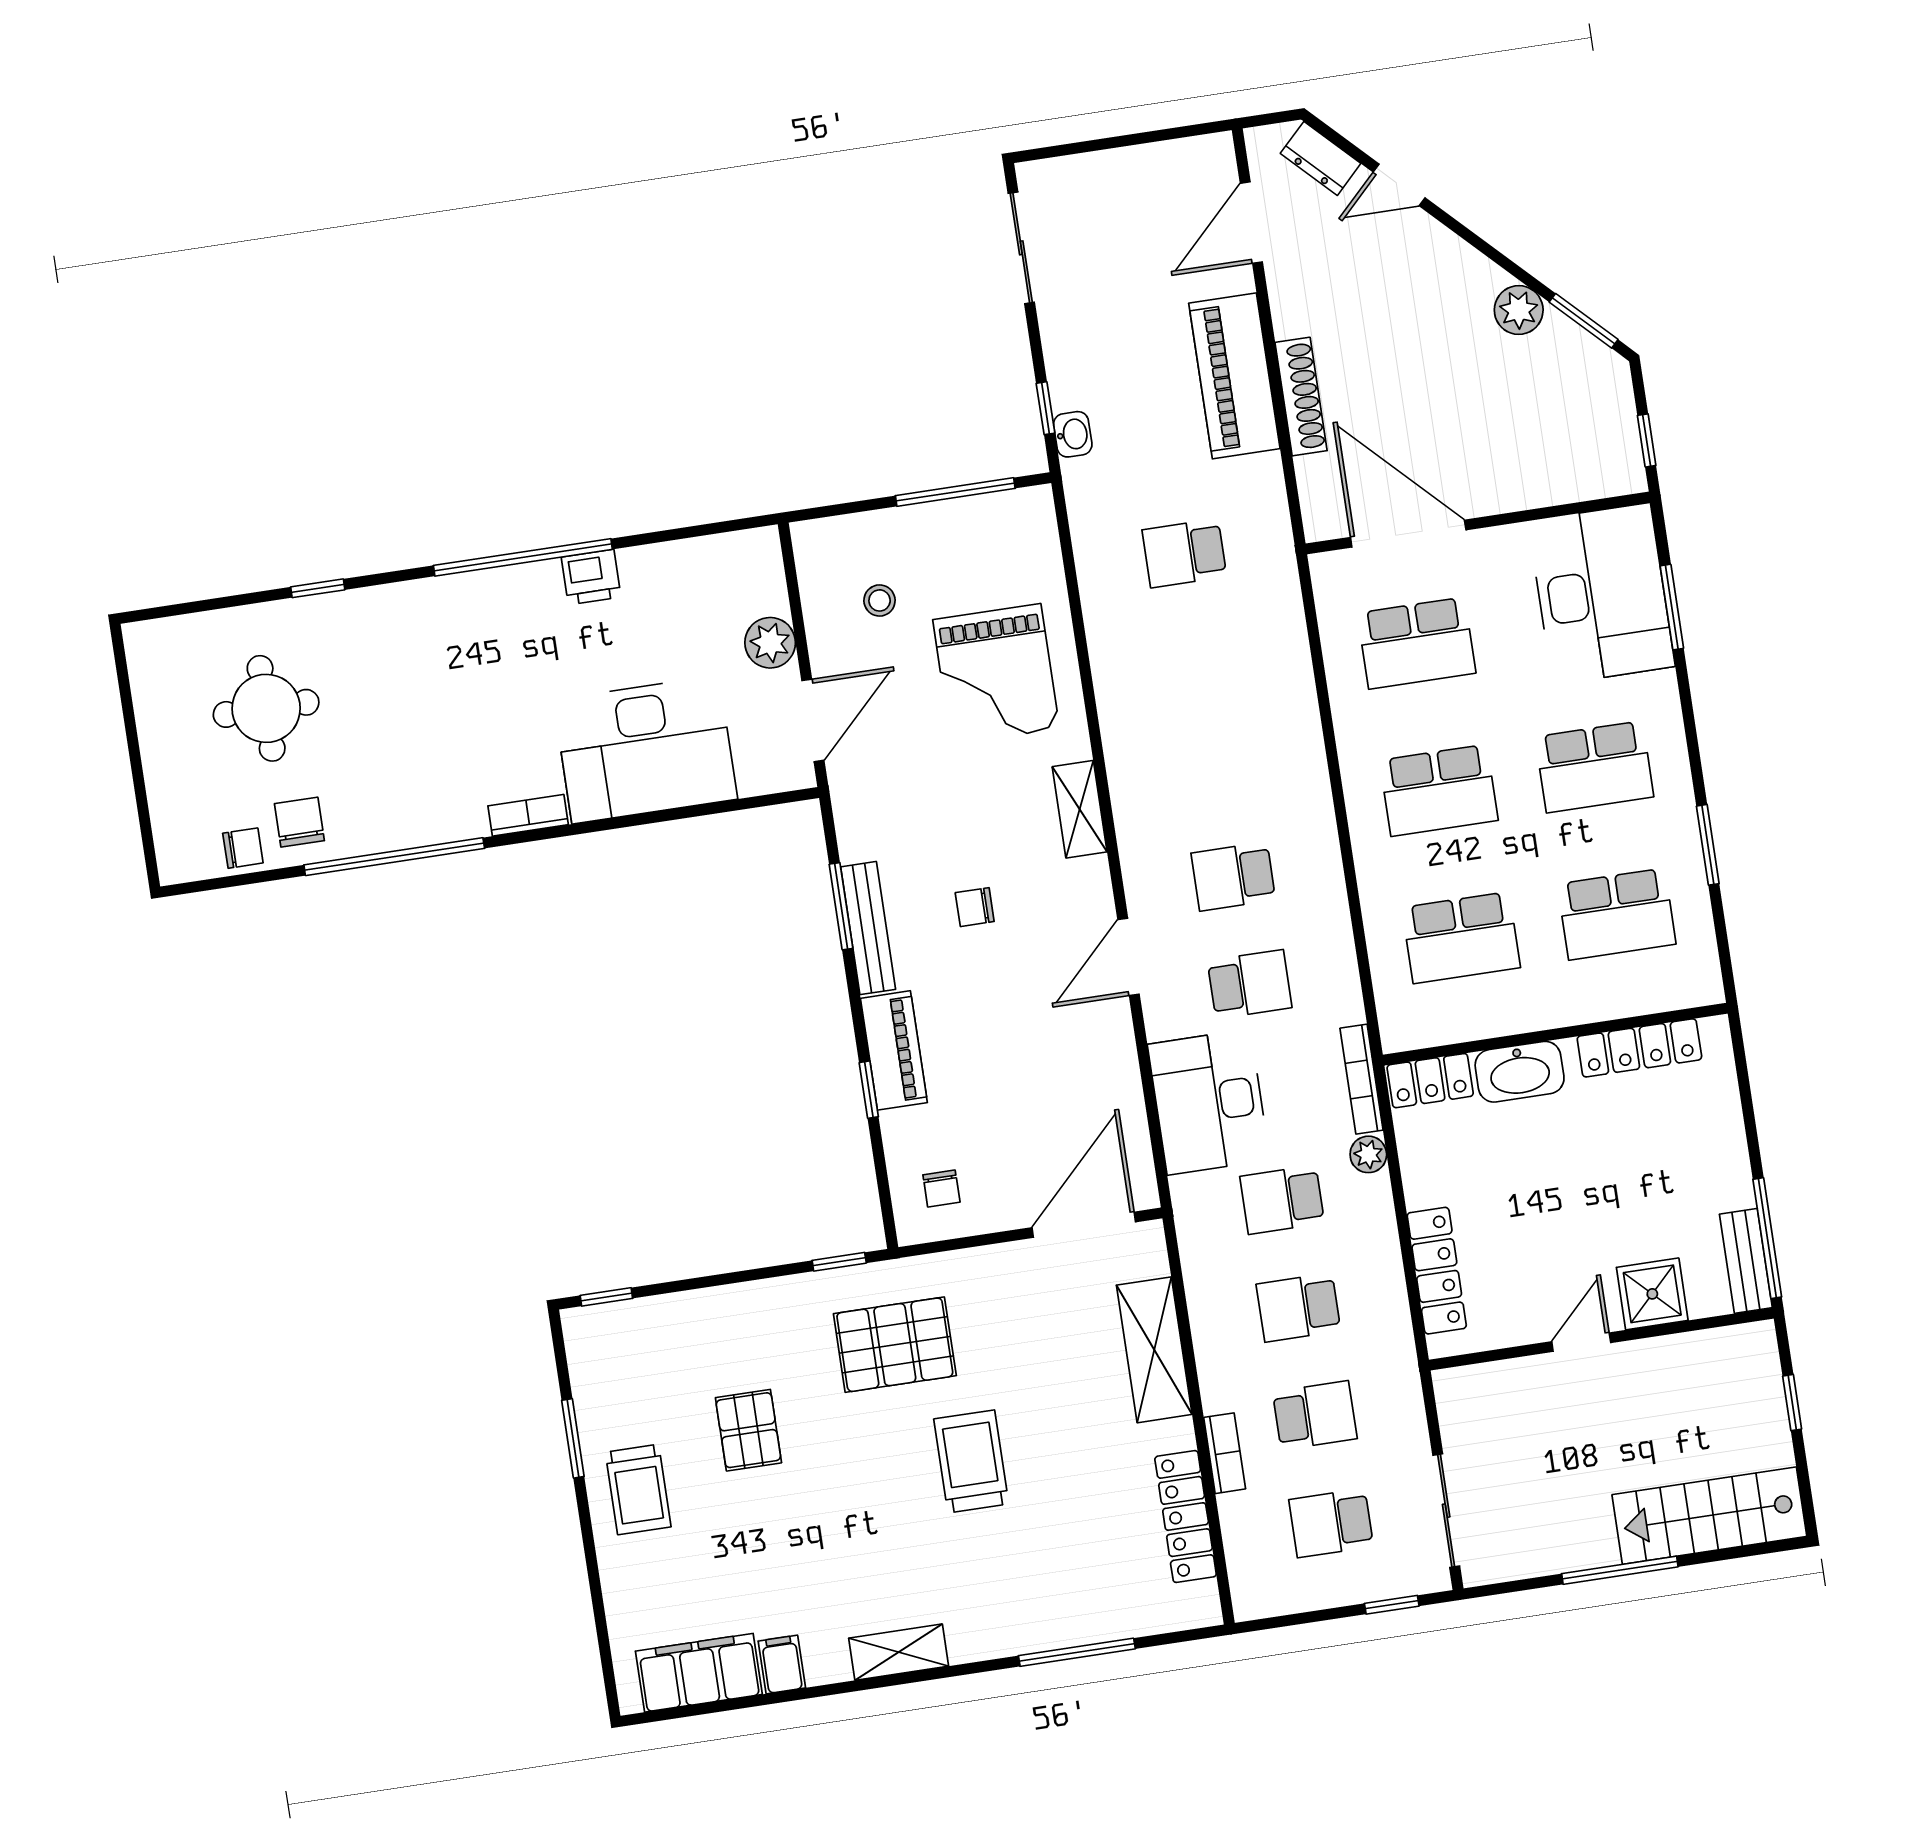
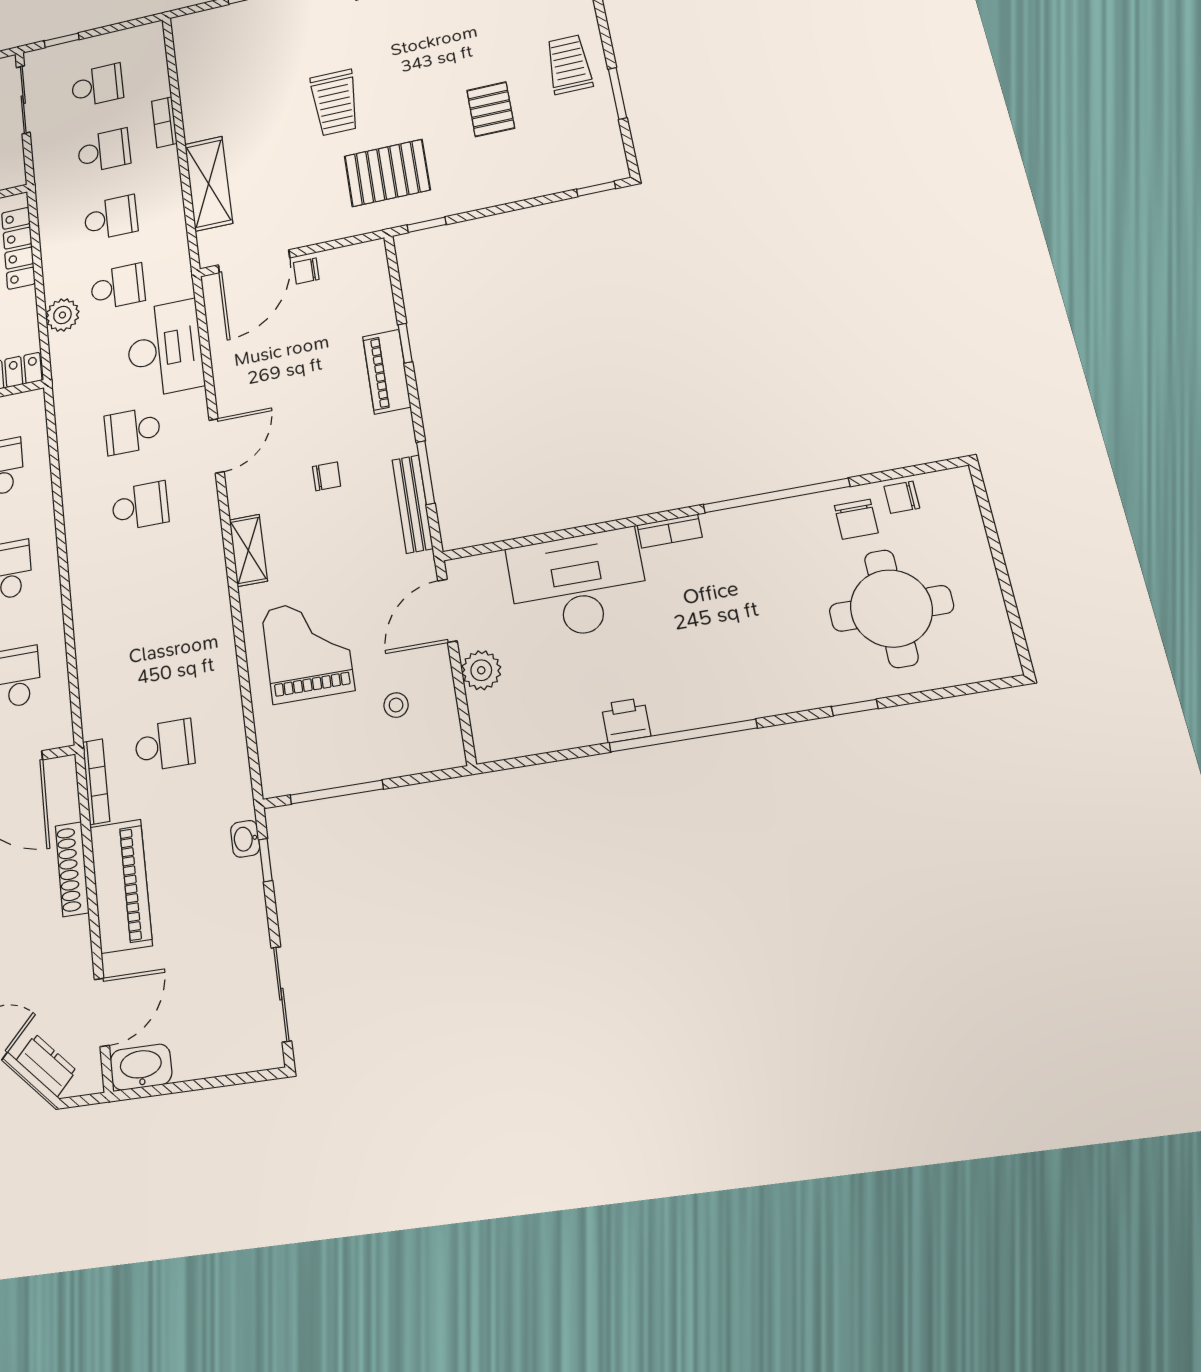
washbasin: (1197, 159) -> (141, 1067), added
round table: (266, 708) -> (891, 608), width x1.36, depth x1.36
bench: (868, 928) -> (413, 504), moved
bookcase: (1362, 1079) -> (96, 782), moved
plant: (1368, 1154) -> (62, 315), width x1.38, depth x1.38
chair: (941, 1189) -> (306, 271), moved, turned -90
school desk: (1315, 1415) -> (104, 151), turned 180
locker: (1186, 1517) -> (192, 81), removed

